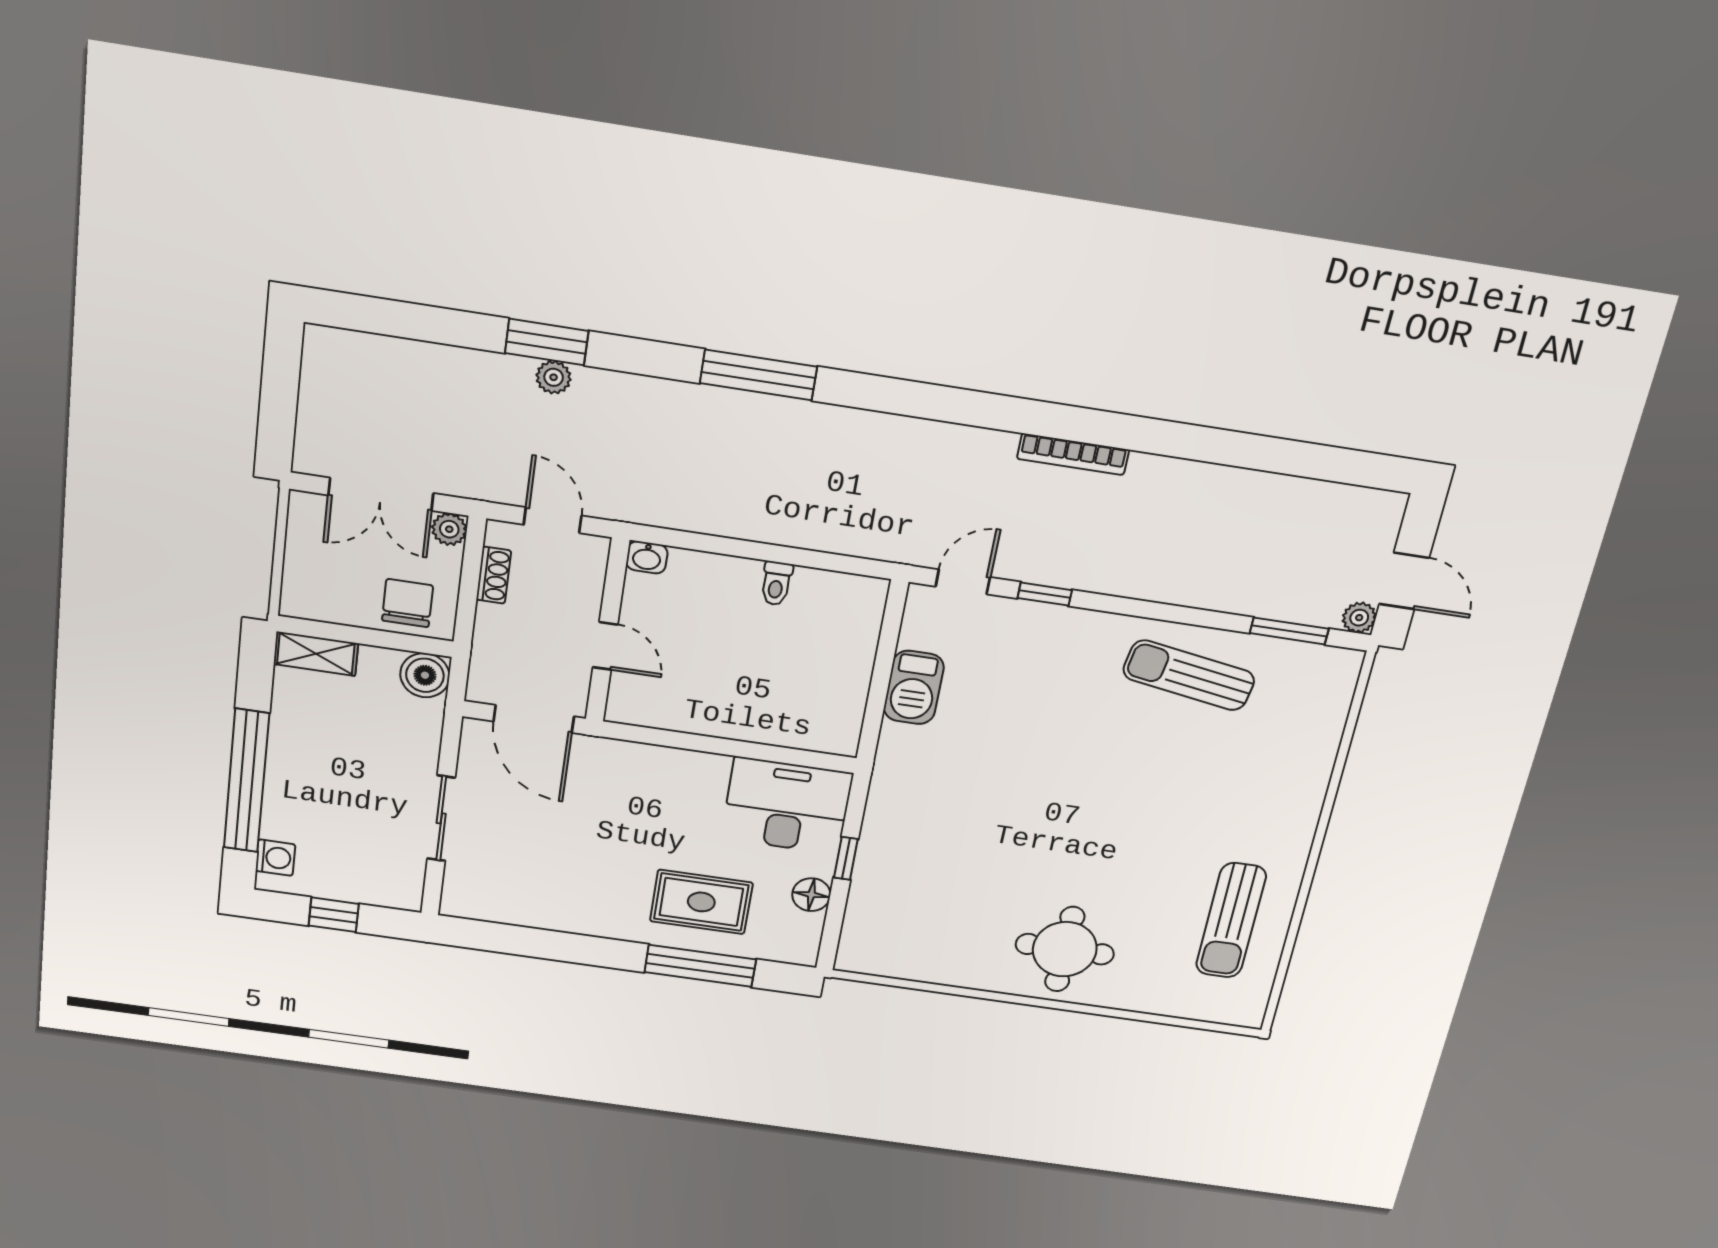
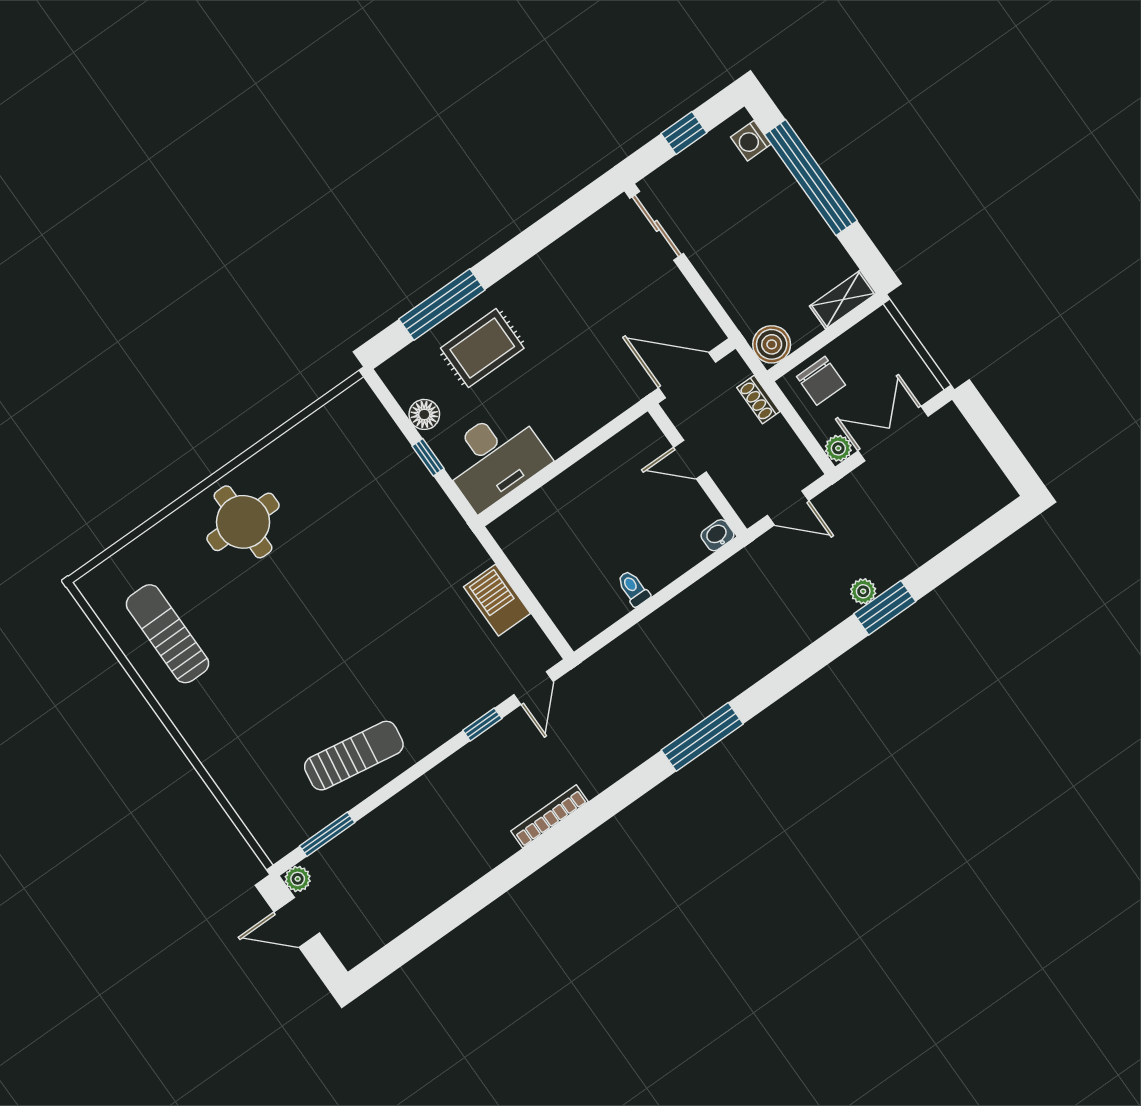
window: (759, 375) -> (702, 737), moved
shoe rack: (494, 575) -> (758, 399), moved
sliding door: (441, 818) -> (657, 226), moved

